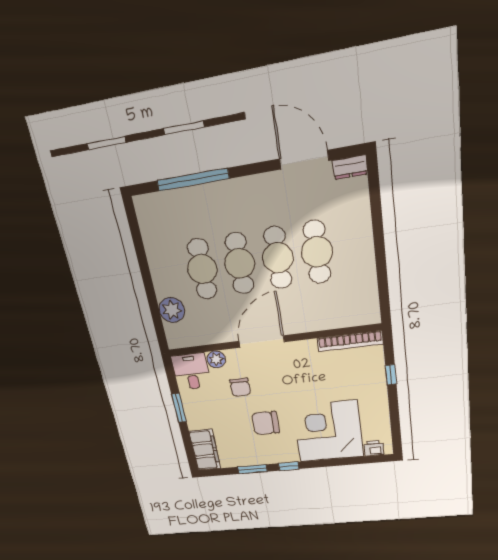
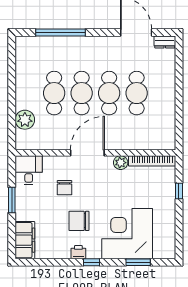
plant: (216, 359) -> (121, 163), moved
printer: (374, 448) -> (78, 252), moved
window: (252, 469) -> (138, 262), moved

